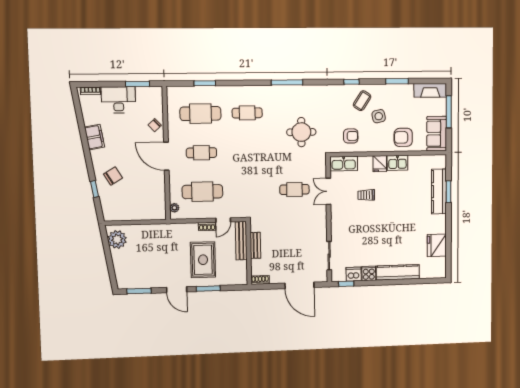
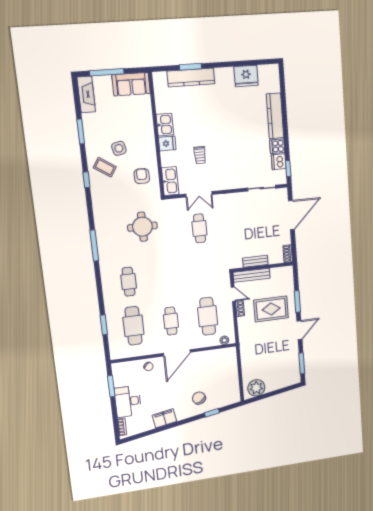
armchair: (403, 137) -> (138, 120), removed

